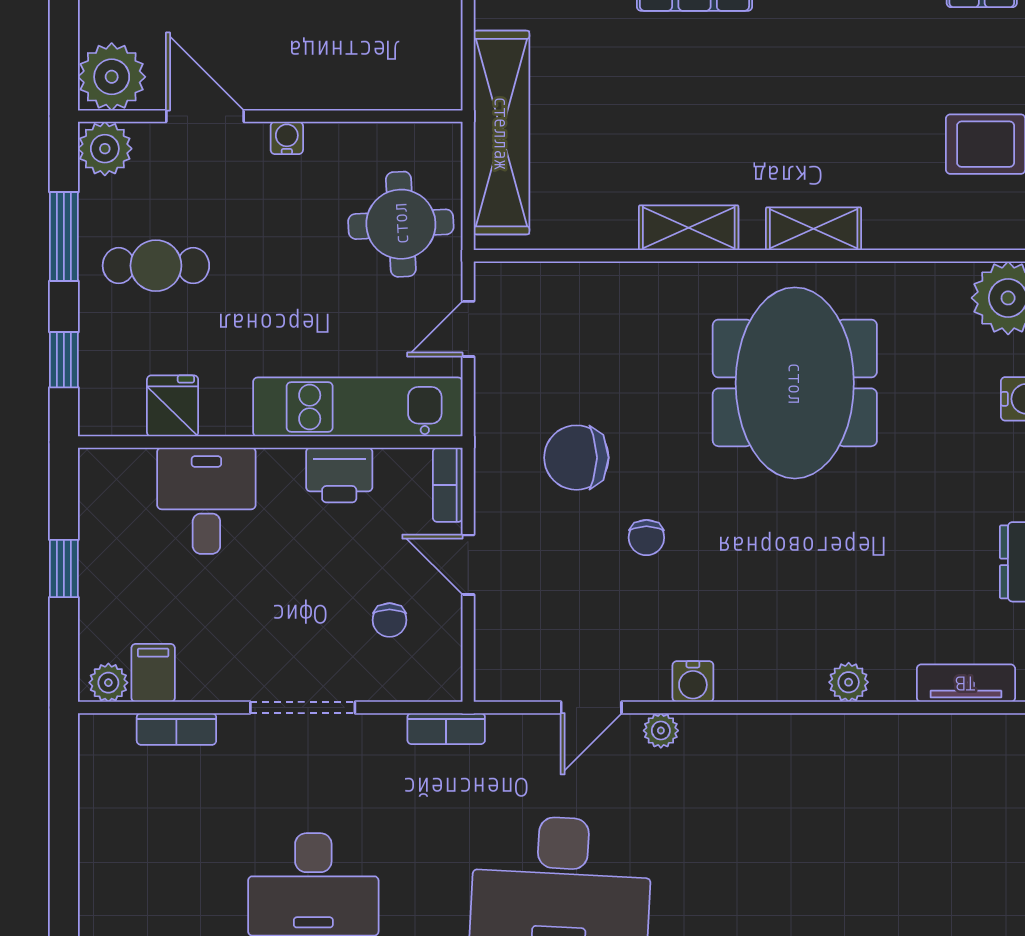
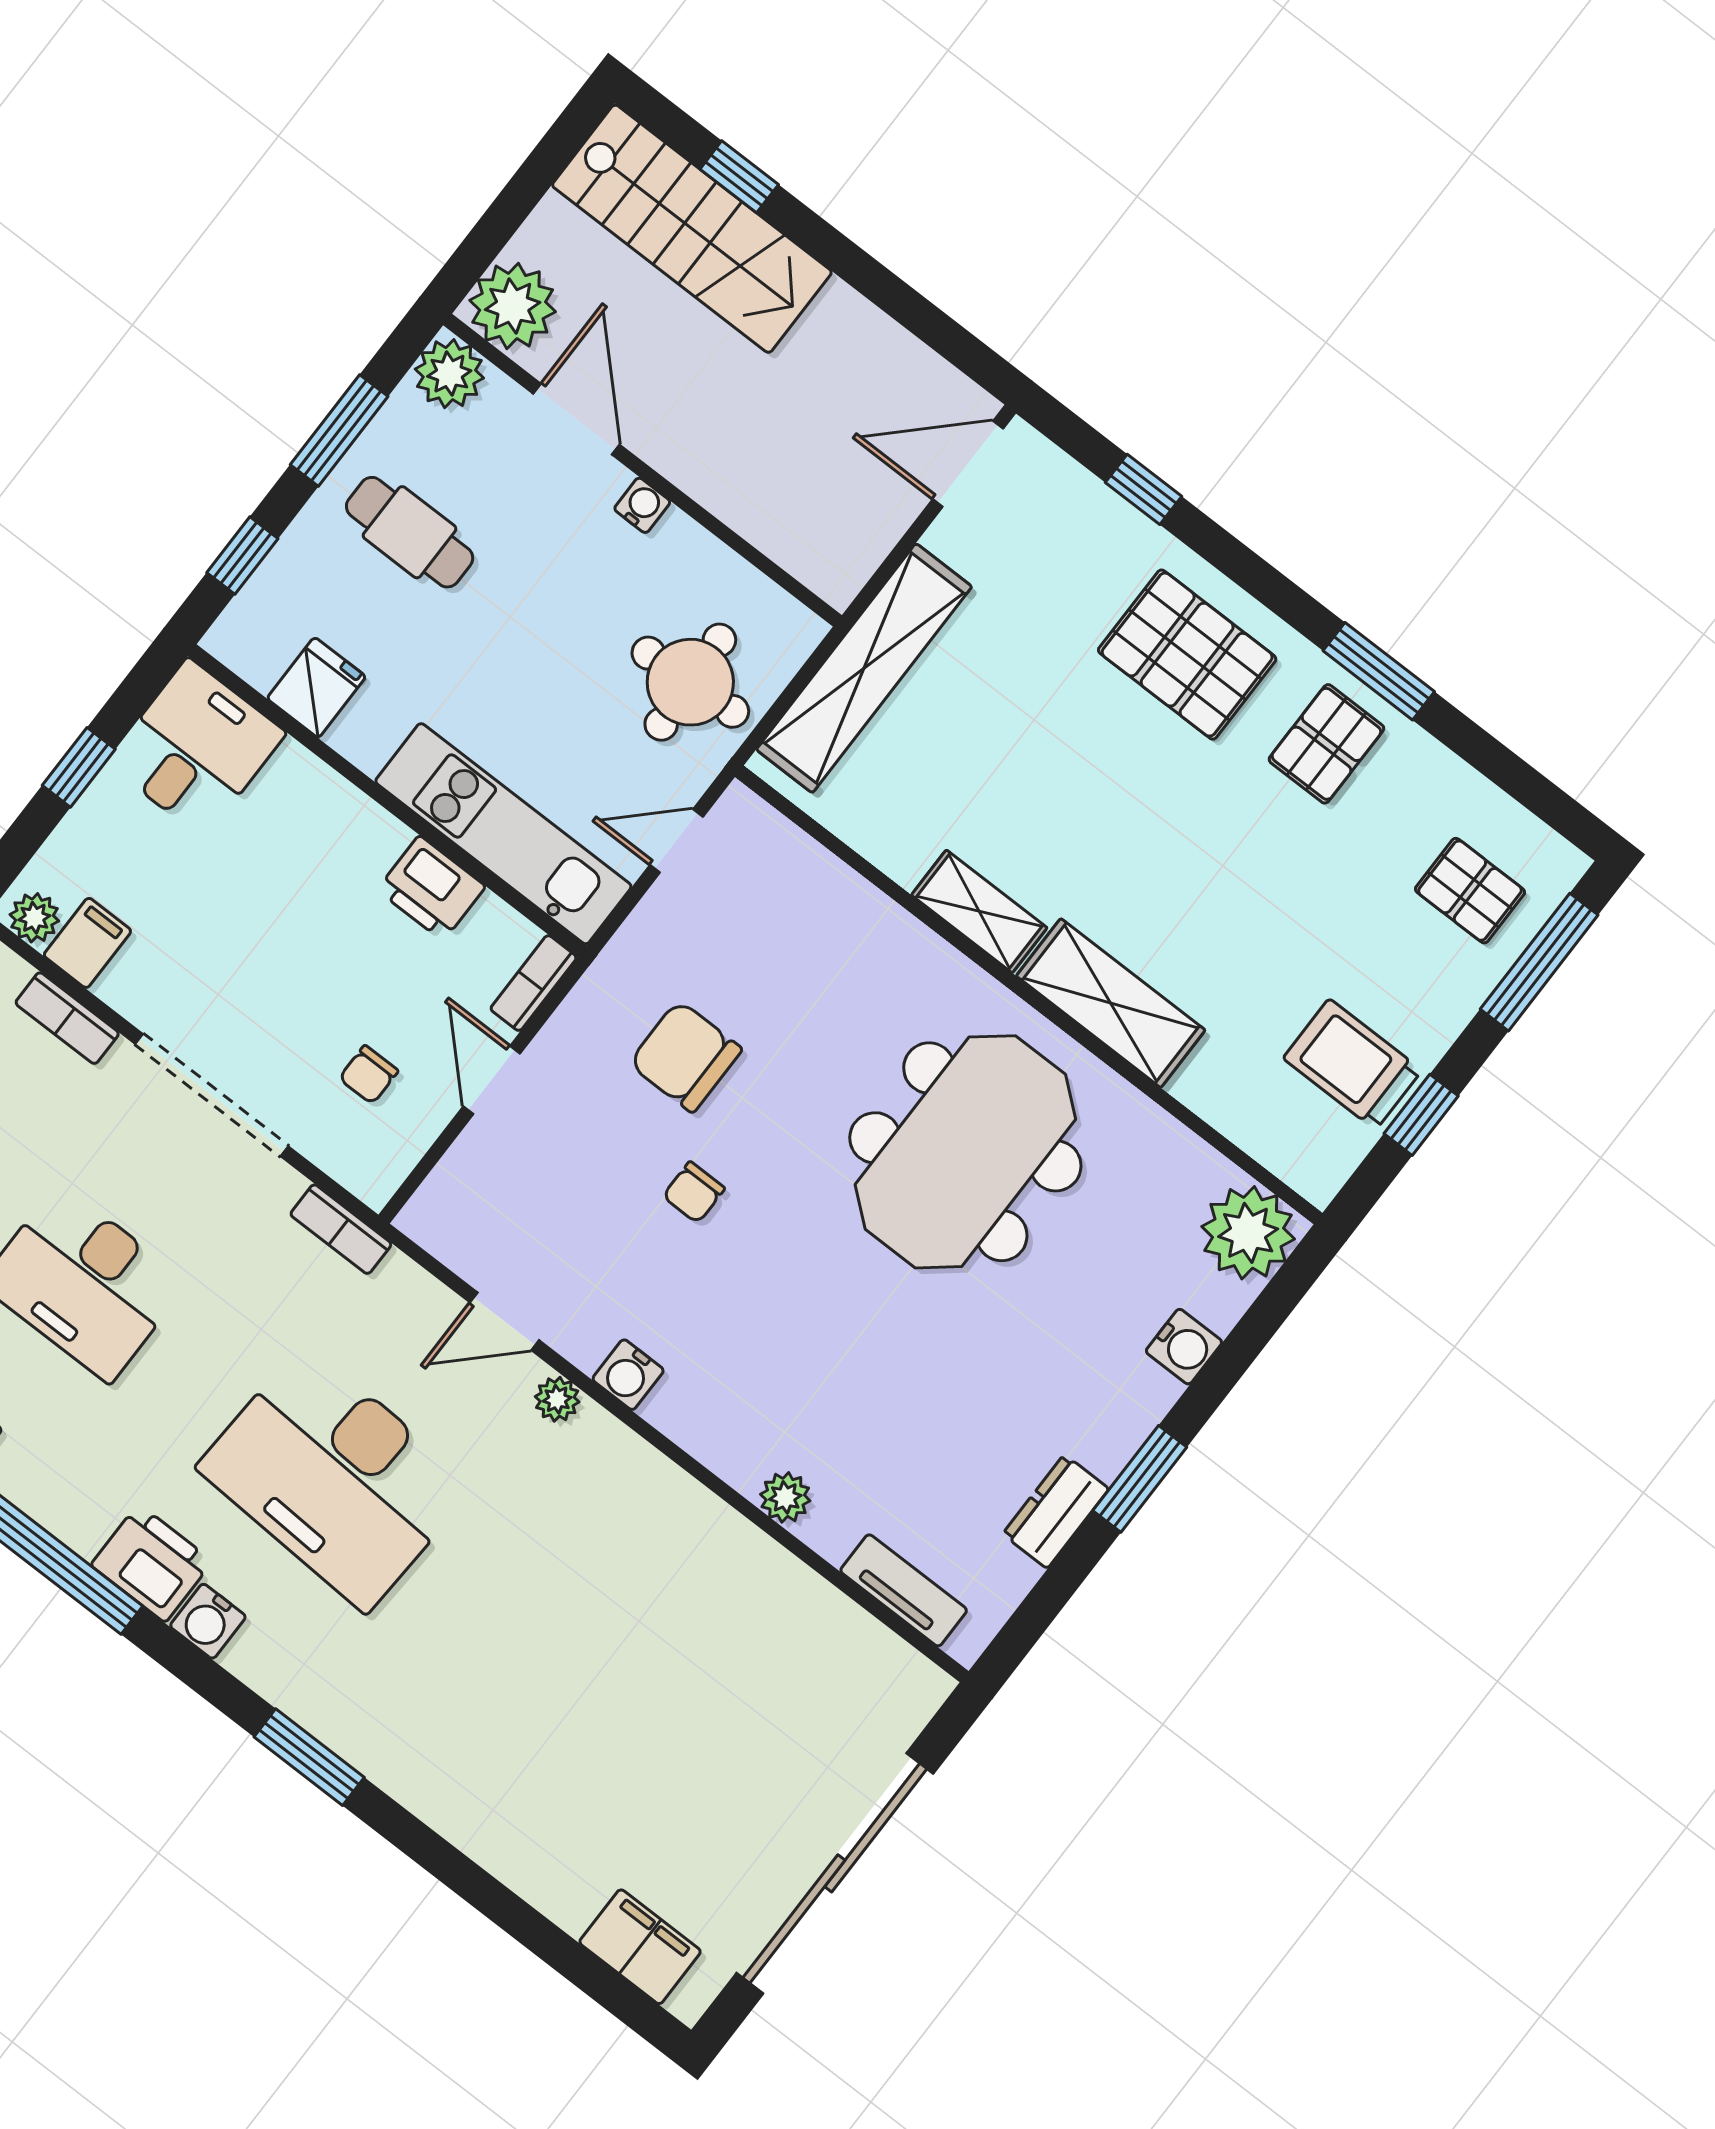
shelving: (814, 229) -> (1111, 1003), width x1.50, depth x1.33
desk: (206, 501) -> (196, 748), moved
doorway: (303, 708) -> (212, 1095), width x1.36

